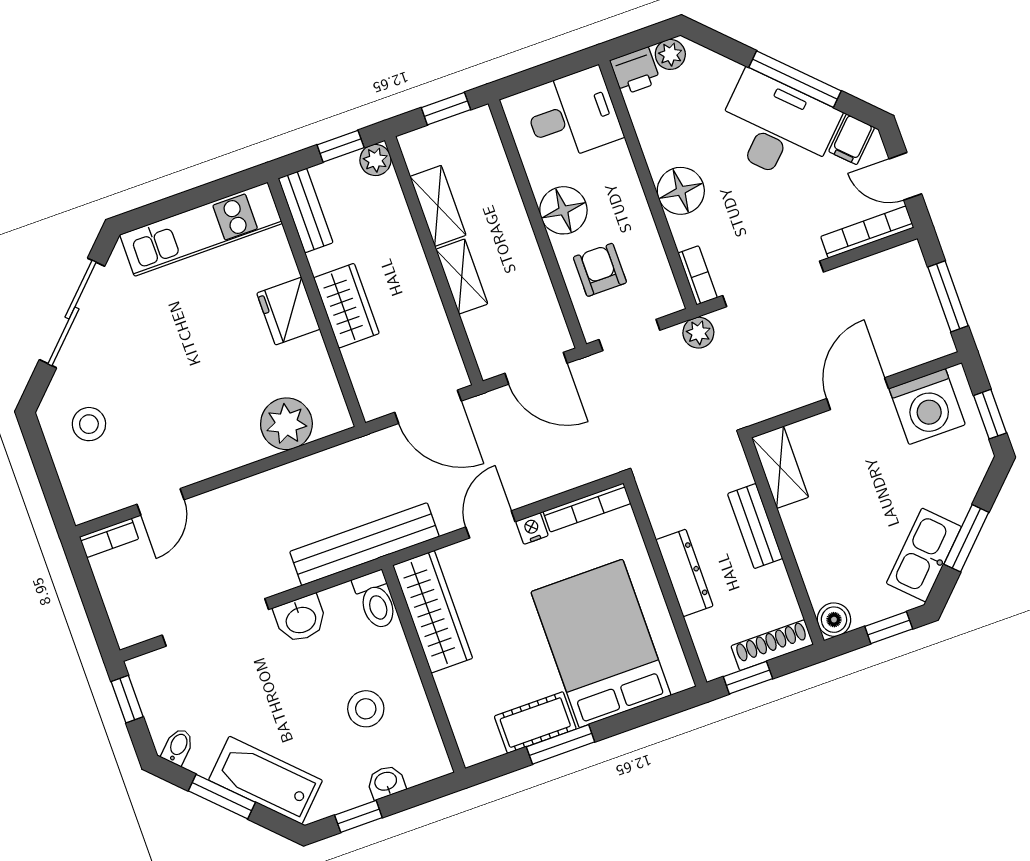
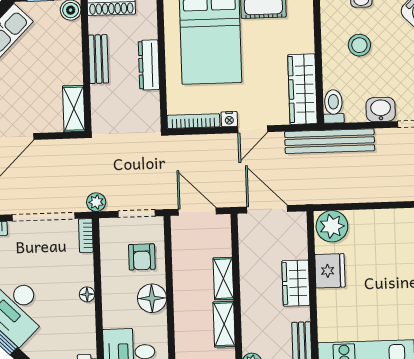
floor lamp: (681, 191) -> (87, 294), width x0.53, depth x0.53
fridge: (288, 311) -> (330, 271), moved
plant: (286, 424) -> (332, 226), moved
bench: (755, 526) -> (98, 59), moved

